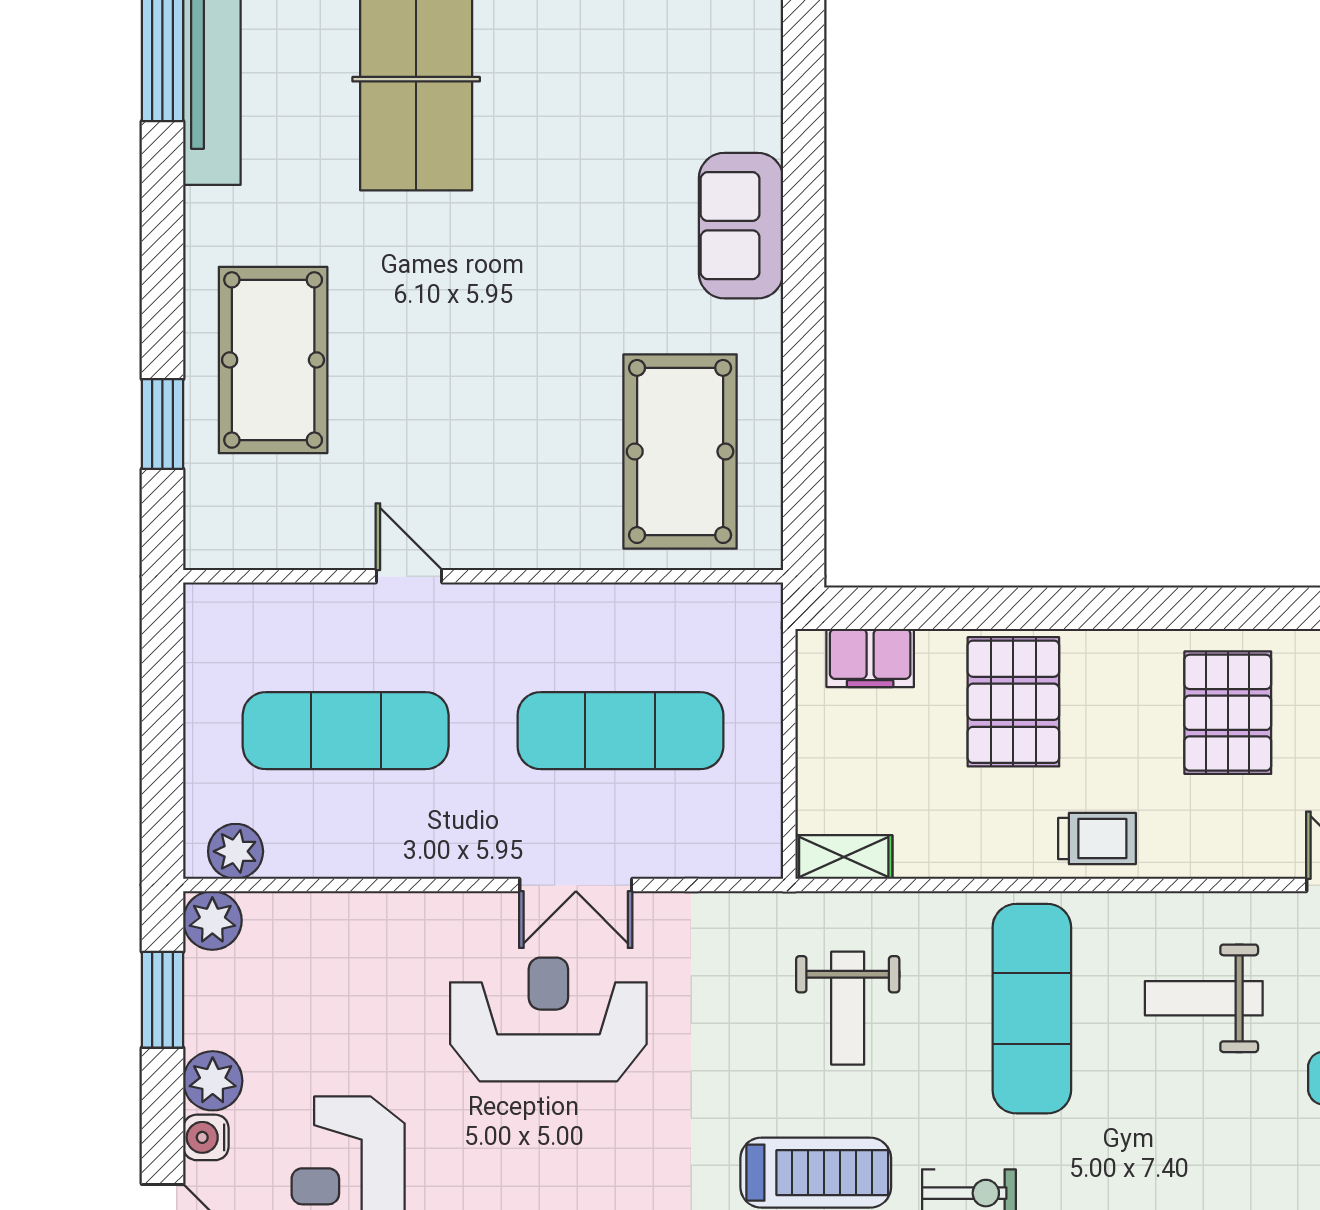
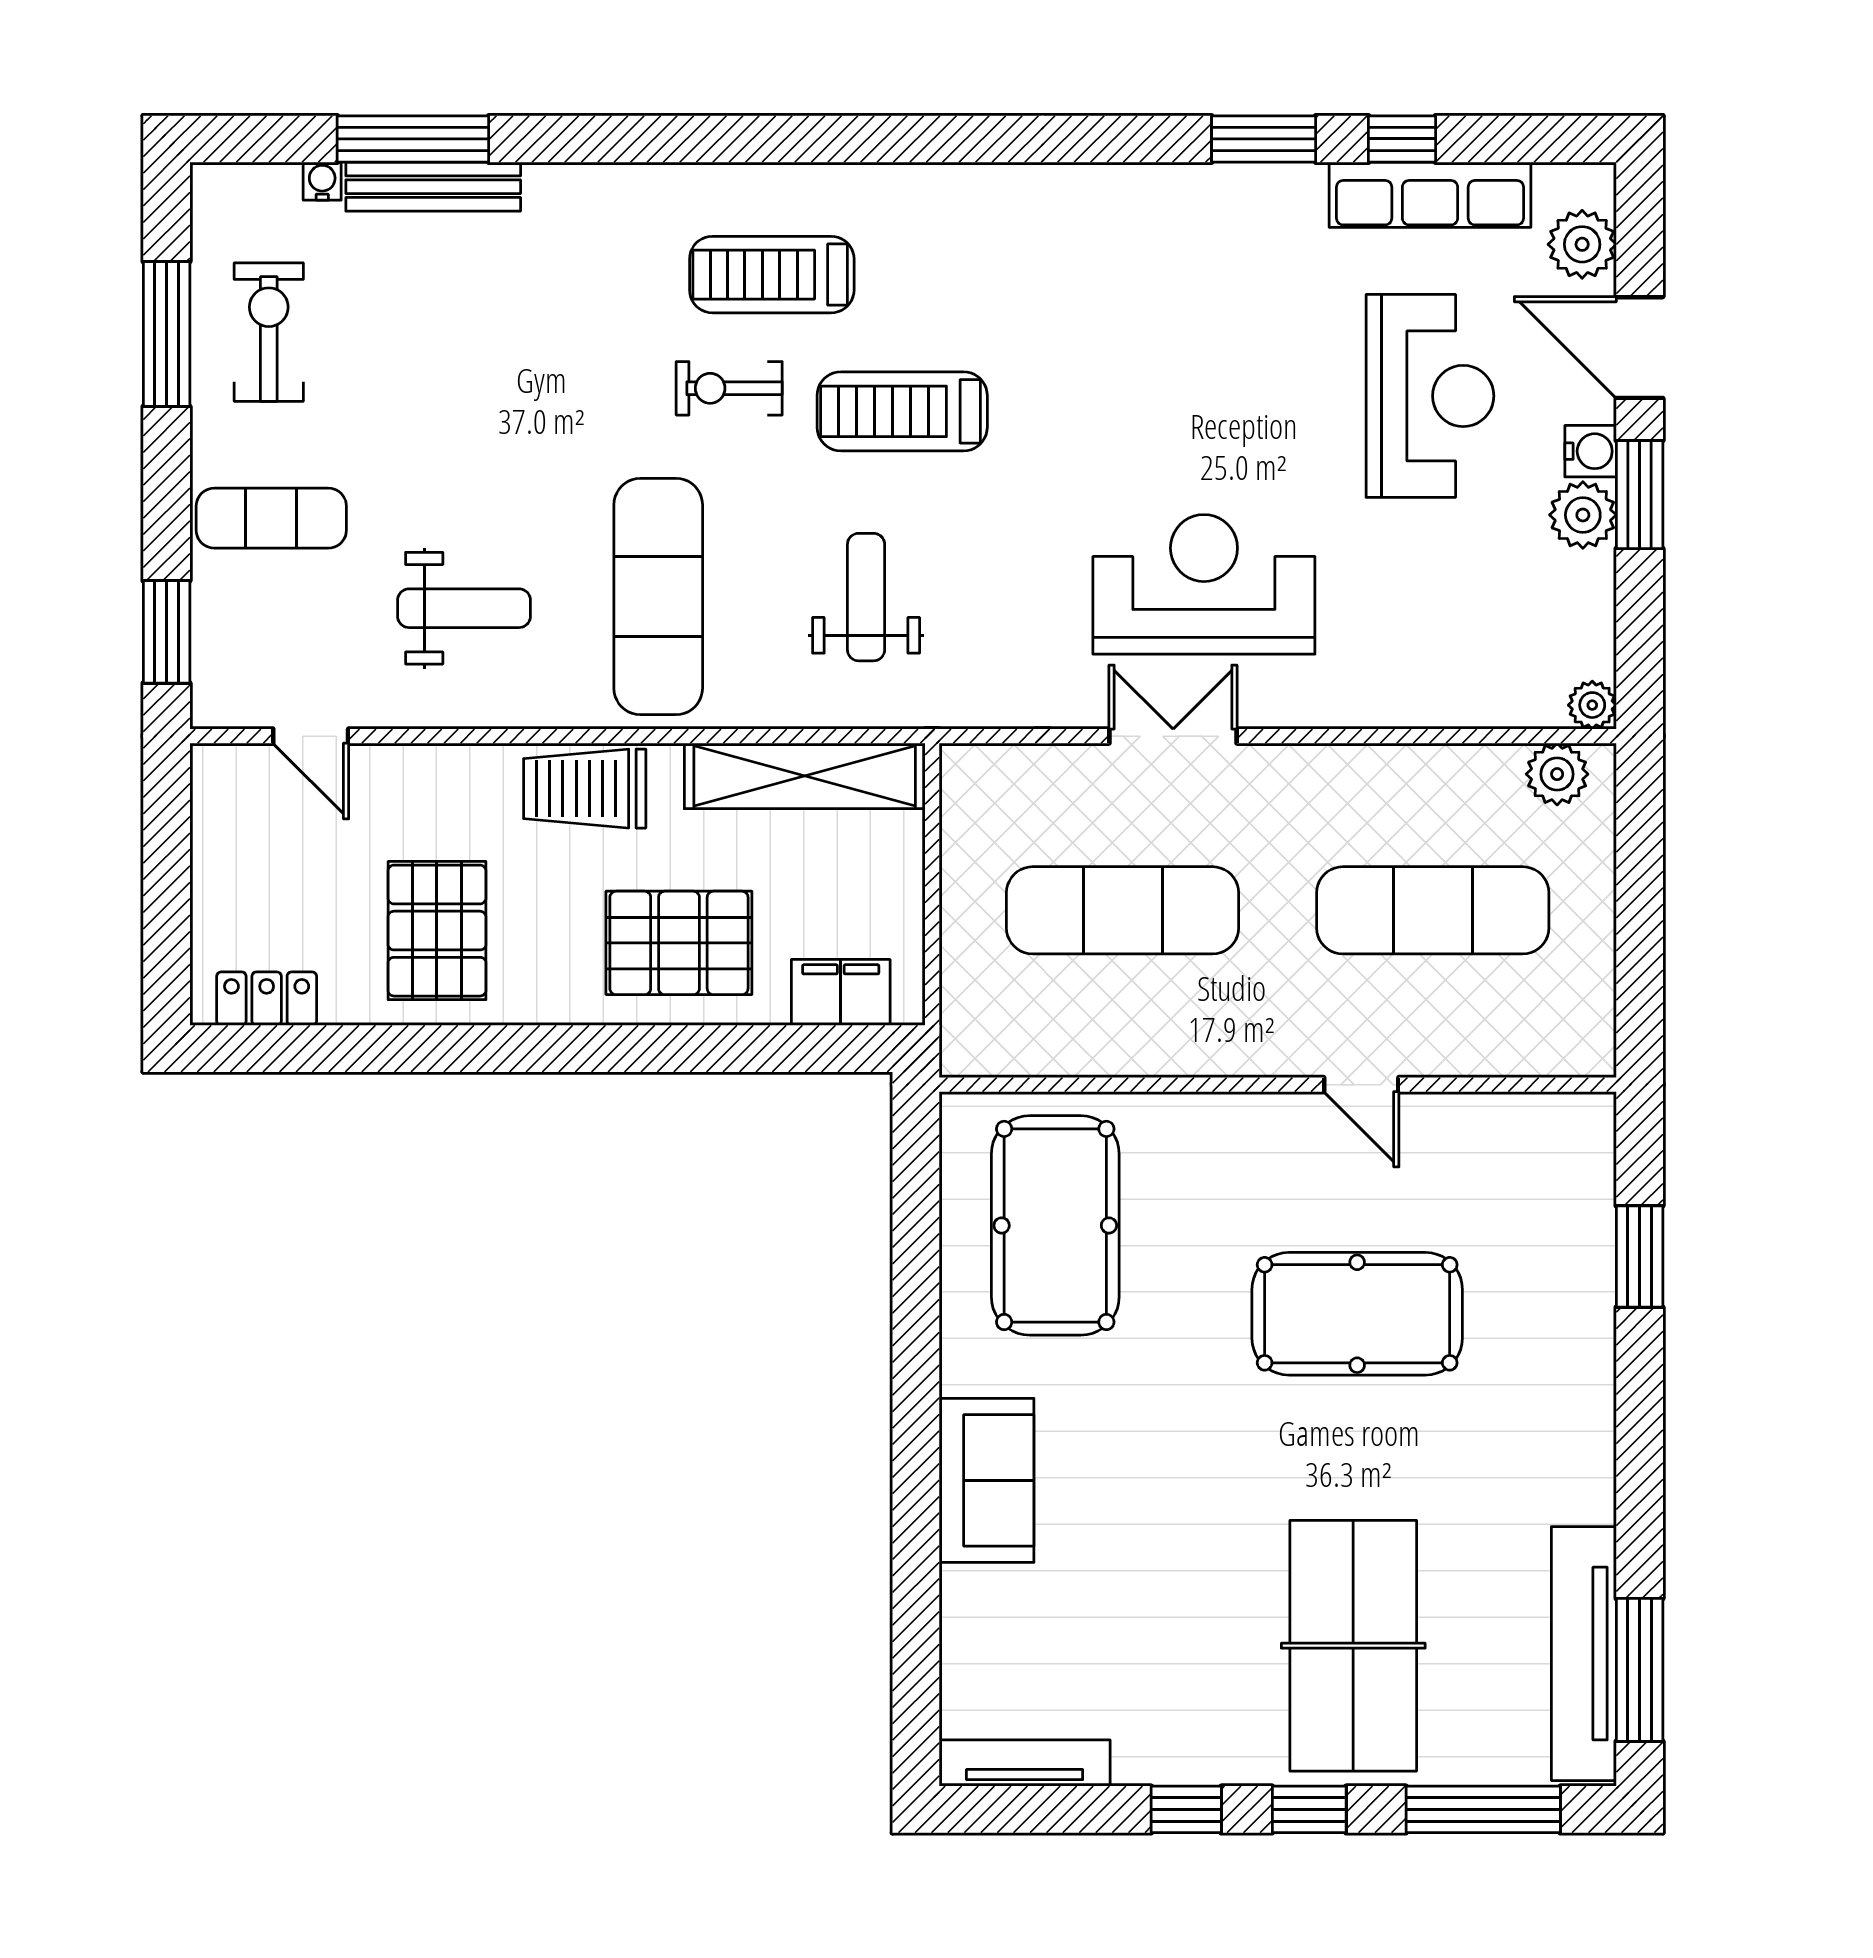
pool table: (273, 360) -> (1357, 1314), moved, turned 90
pallet: (1013, 702) -> (679, 943), turned 90
trolley: (1097, 838) -> (585, 789), width x1.36, depth x1.39
shelving: (844, 857) -> (805, 776), width x2.20, depth x1.33
plant: (212, 920) -> (1592, 705), width x0.73, depth x0.73
window: (162, 1000) -> (1640, 495), moved
reception desk: (548, 1019) -> (1204, 584), turned 180

